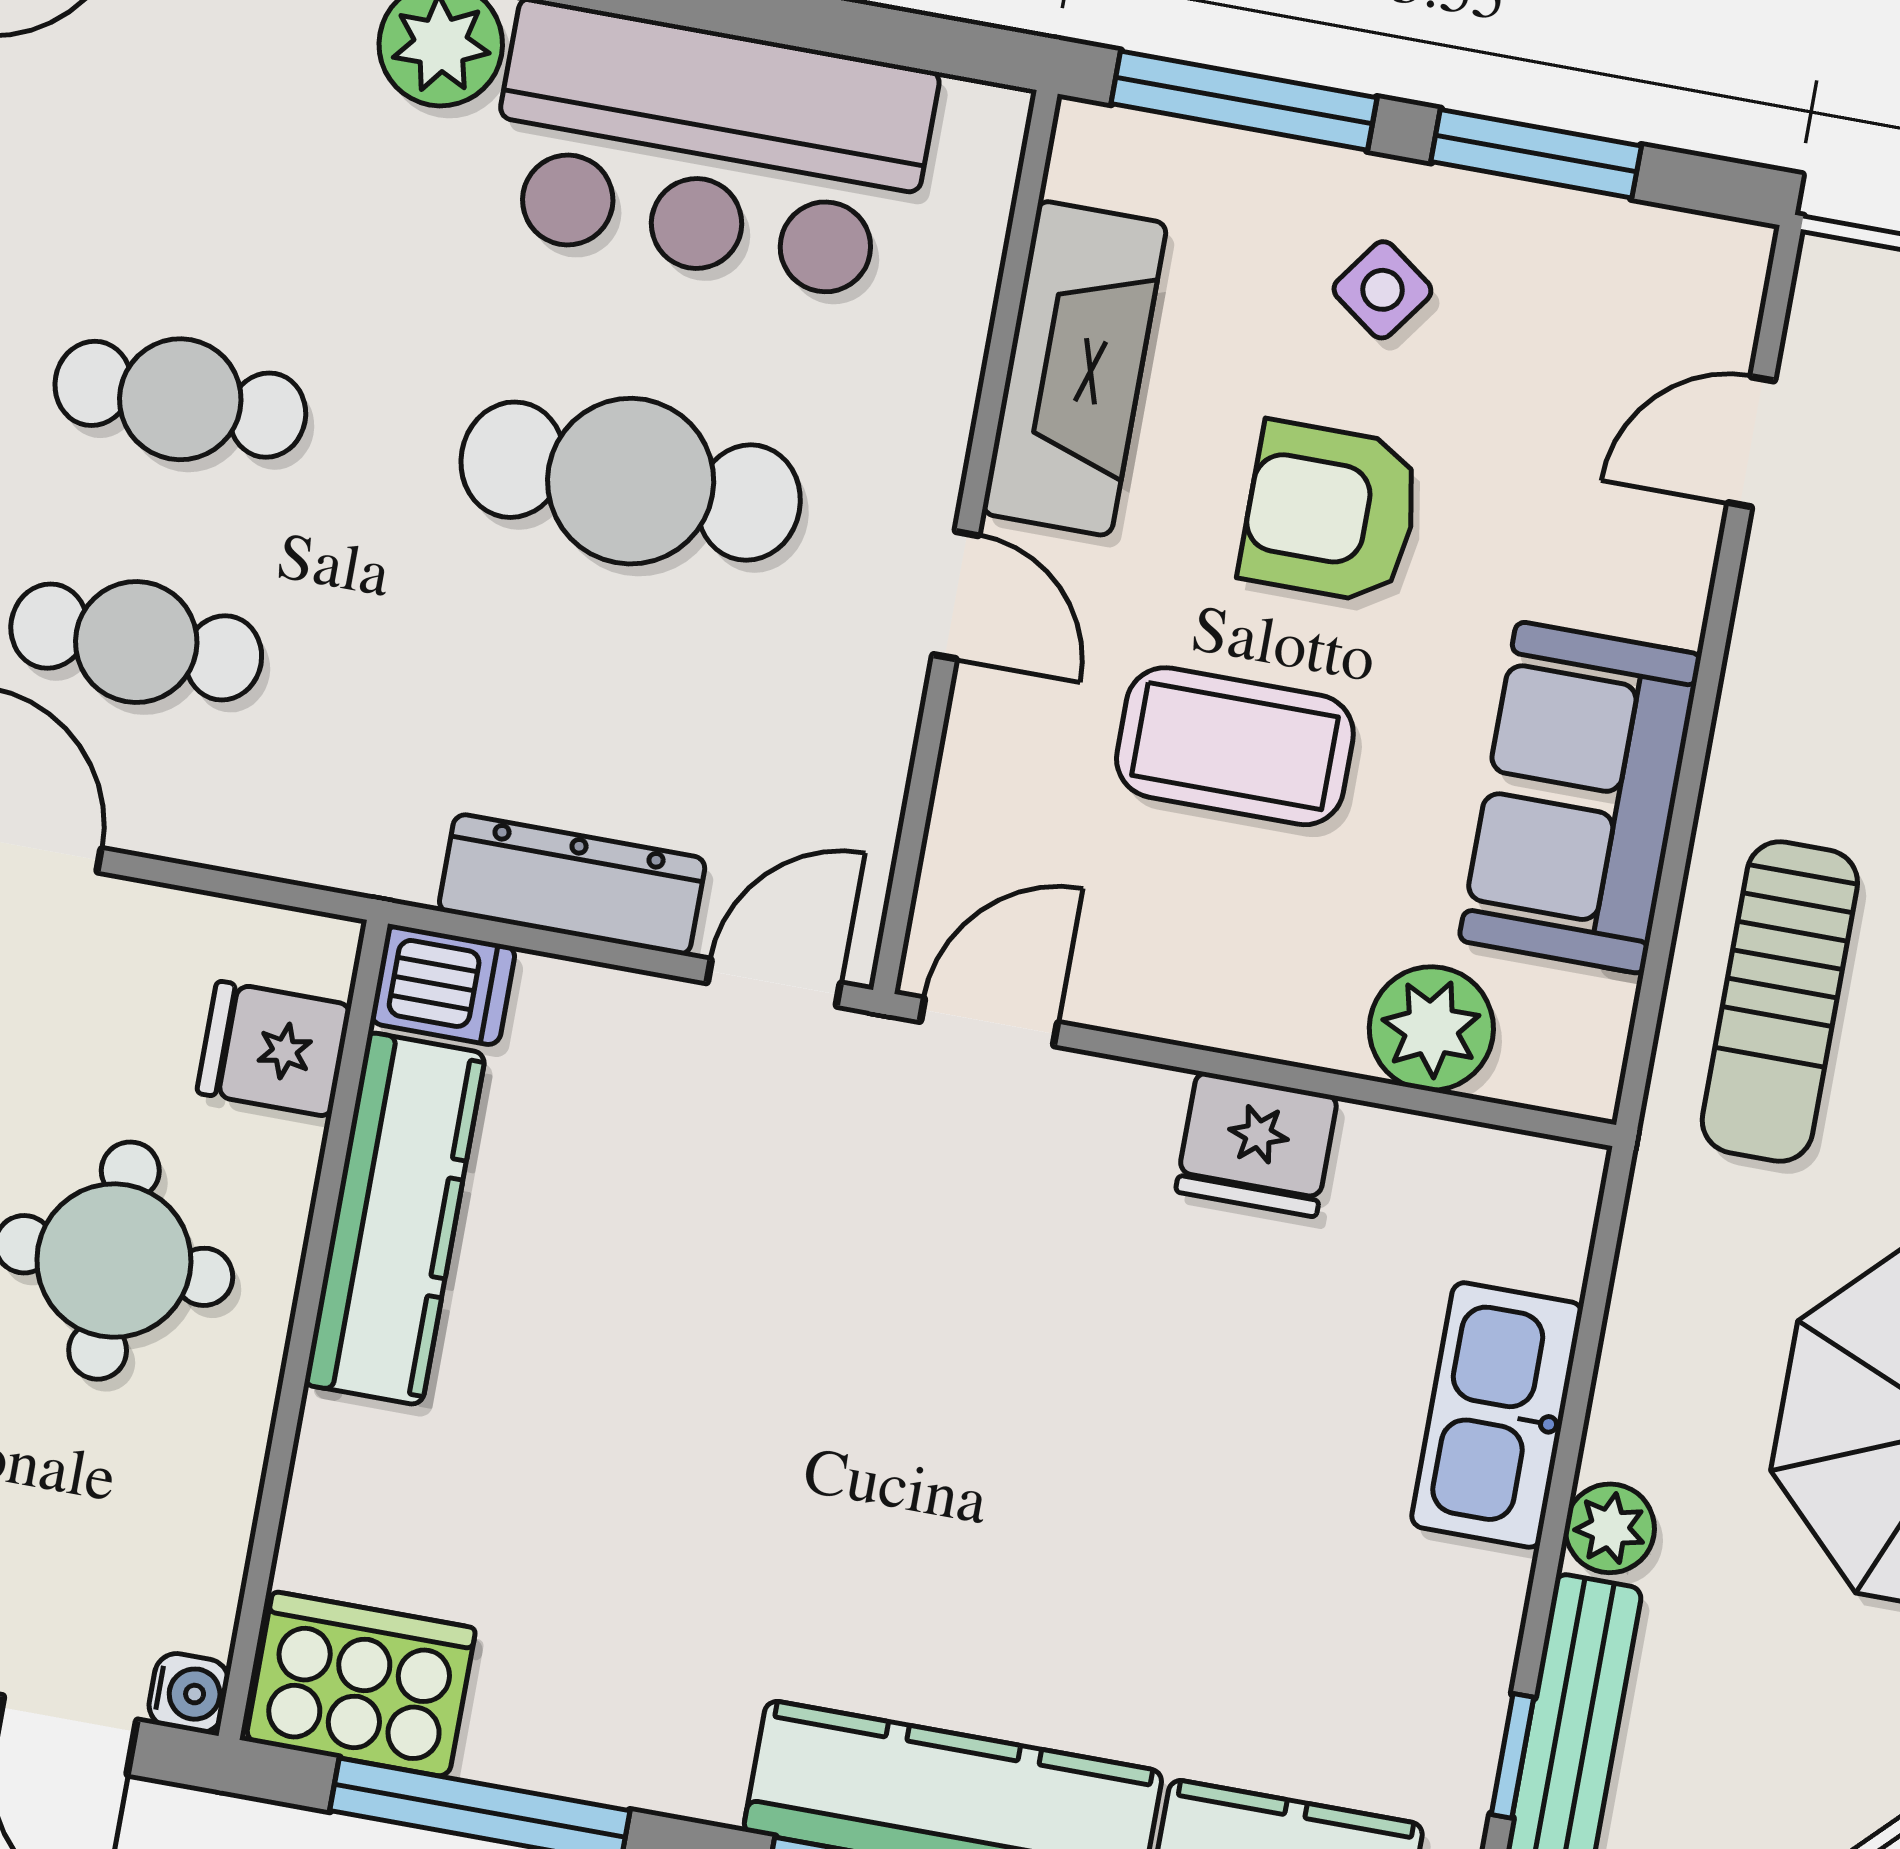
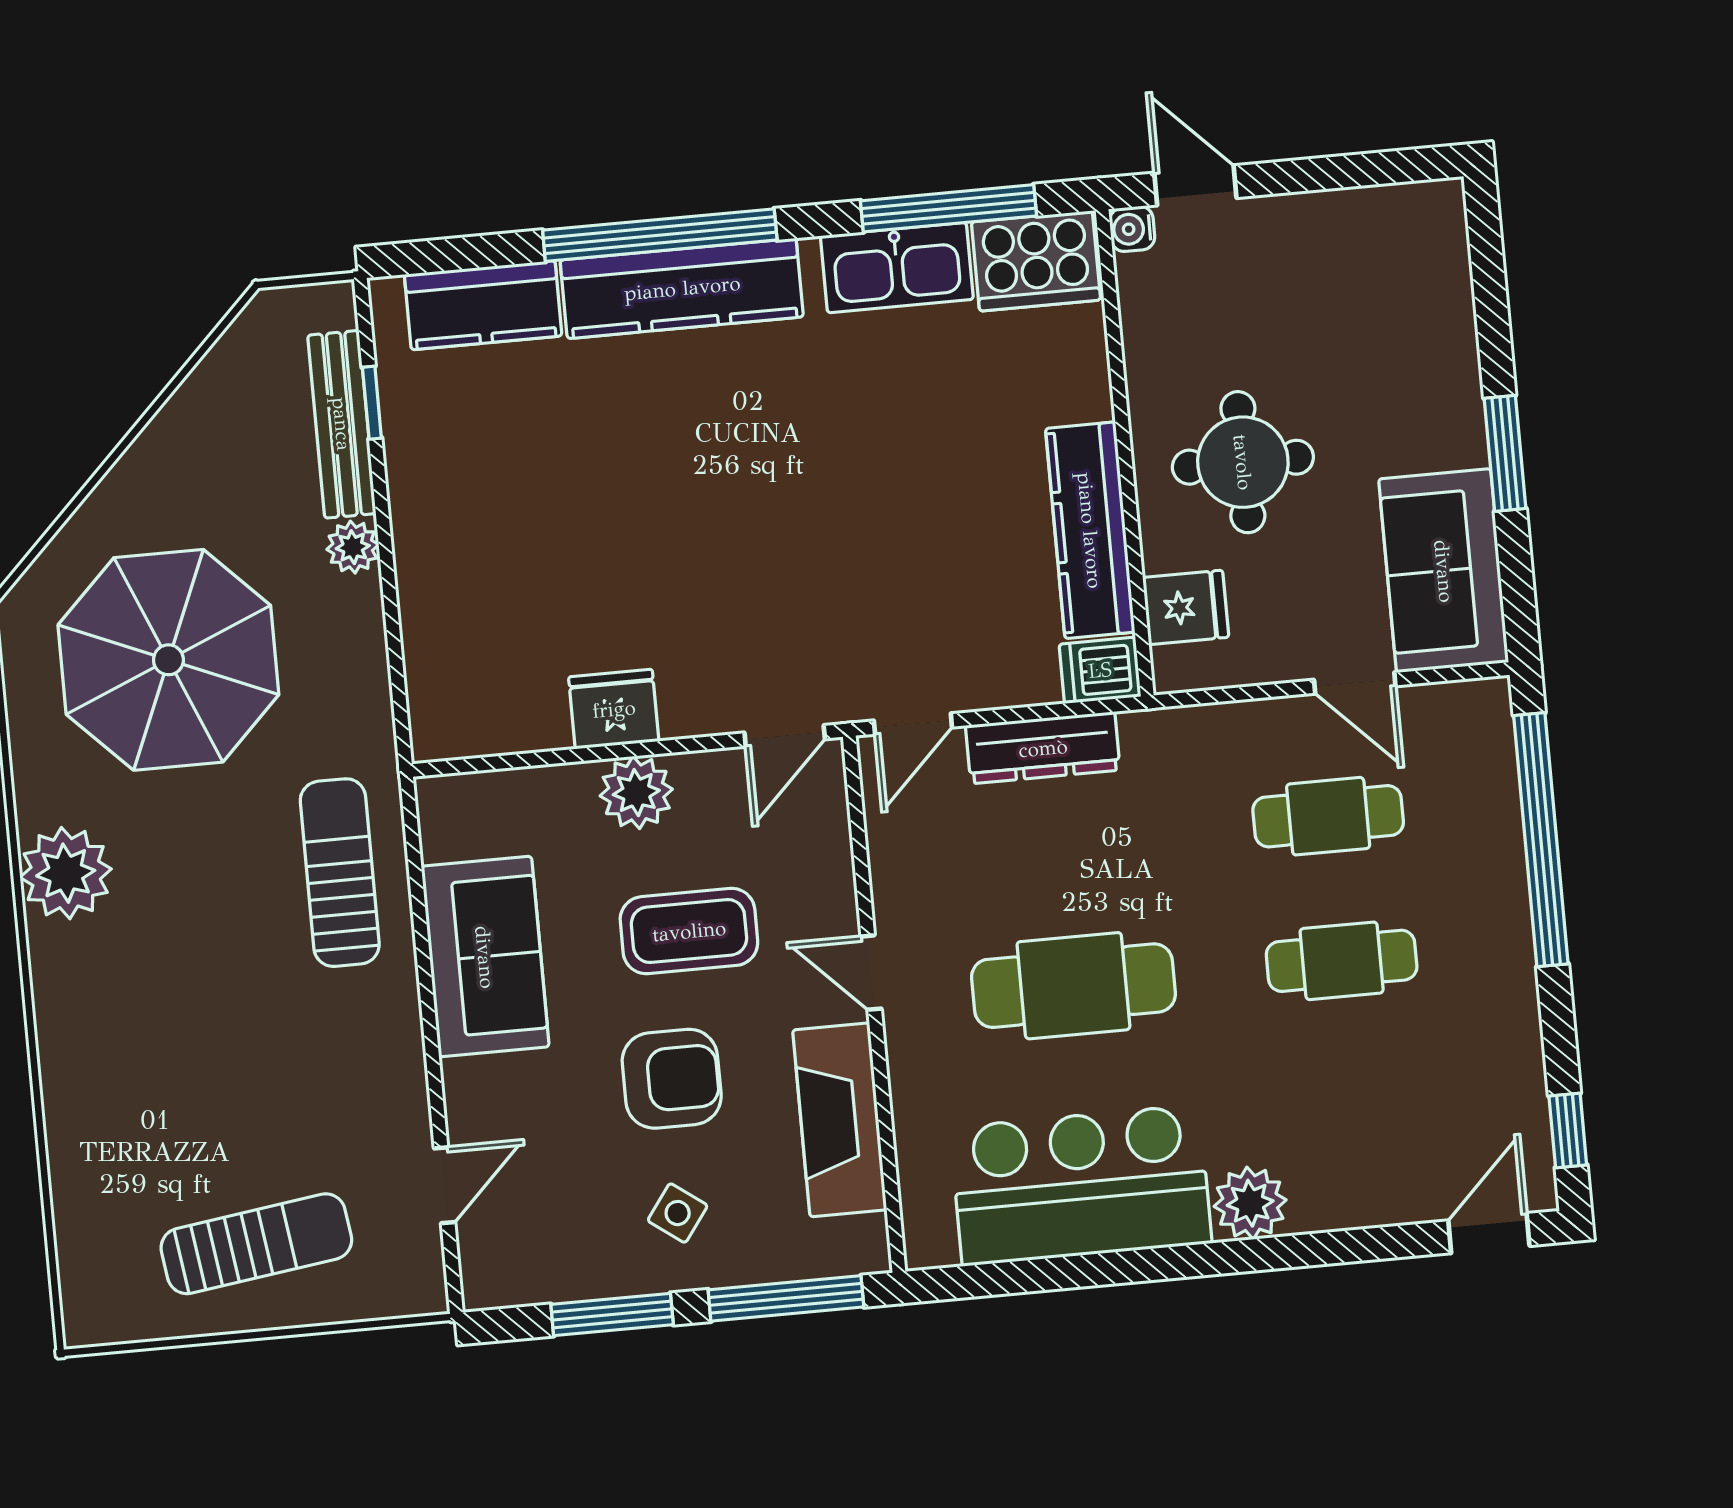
plant: (1431, 1029) -> (636, 793), moved
kitchen sink: (1497, 1415) -> (897, 268), moved, turned 90

